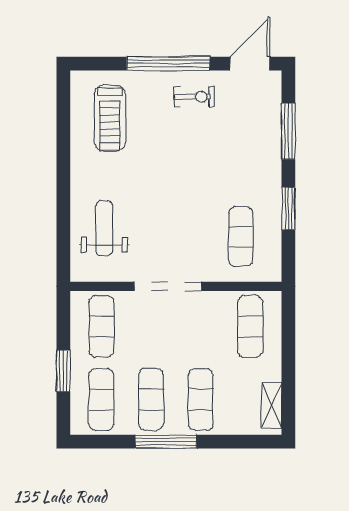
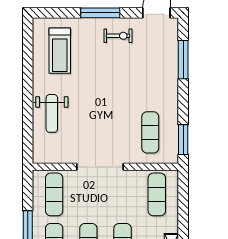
window: (168, 64) -> (100, 13), width x0.68
window: (288, 209) -> (183, 140), moved
weight bench: (104, 228) -> (52, 113), moved, turned 180

